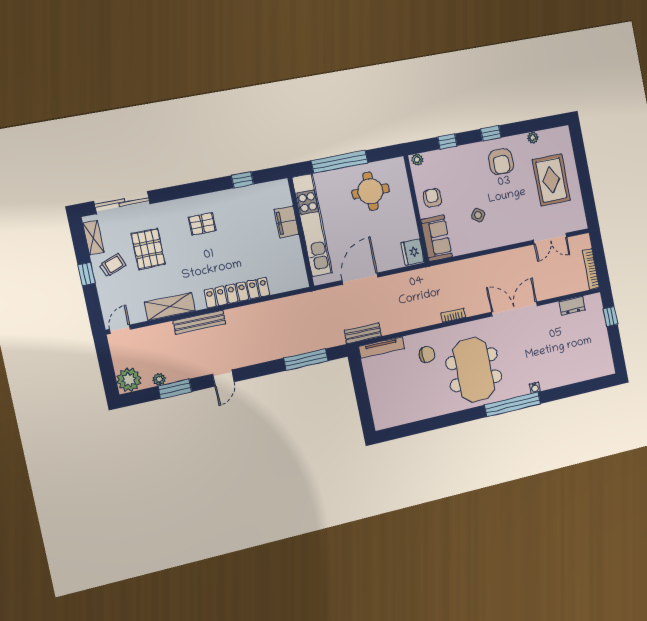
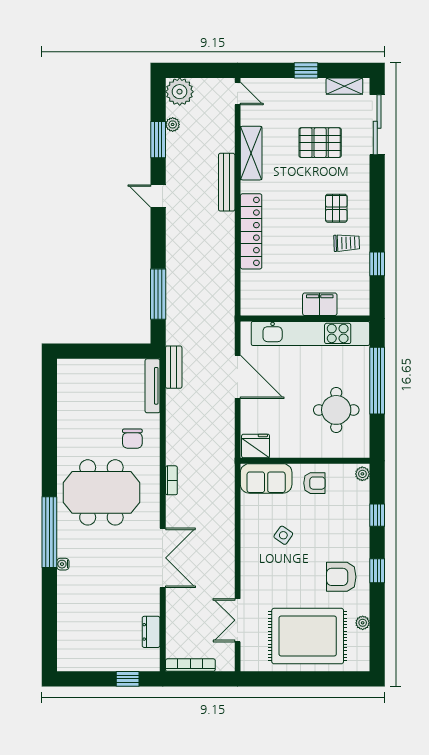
rug: (551, 180) -> (308, 636), width x1.37, depth x1.44
trolley: (113, 265) -> (347, 243), moved, turned -71

